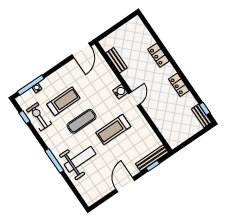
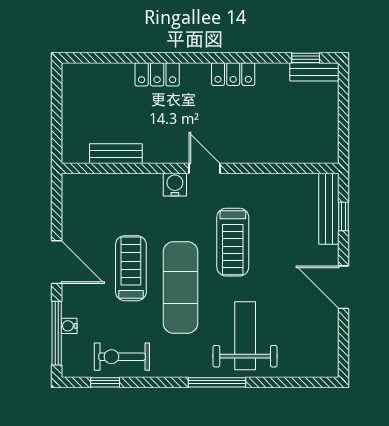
door: (81, 50) -> (57, 262), moved
treadmill: (63, 101) -> (131, 268), moved
exercise mat: (82, 121) -> (180, 288), width x1.36, depth x1.45

